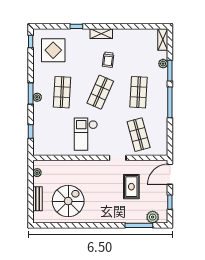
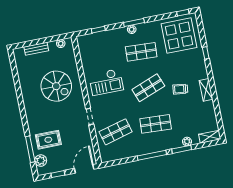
shelving: (101, 34) -> (206, 90), moved
display table: (53, 50) -> (179, 36), width x1.36, depth x1.36
shop shelf: (100, 92) -> (148, 88), turned -45
checkout: (86, 134) -> (106, 82), turned 180
door: (170, 174) -> (84, 169), hinge flipped
rug: (131, 187) -> (48, 140), moved
spiral stairs: (68, 201) -> (56, 86), moved

